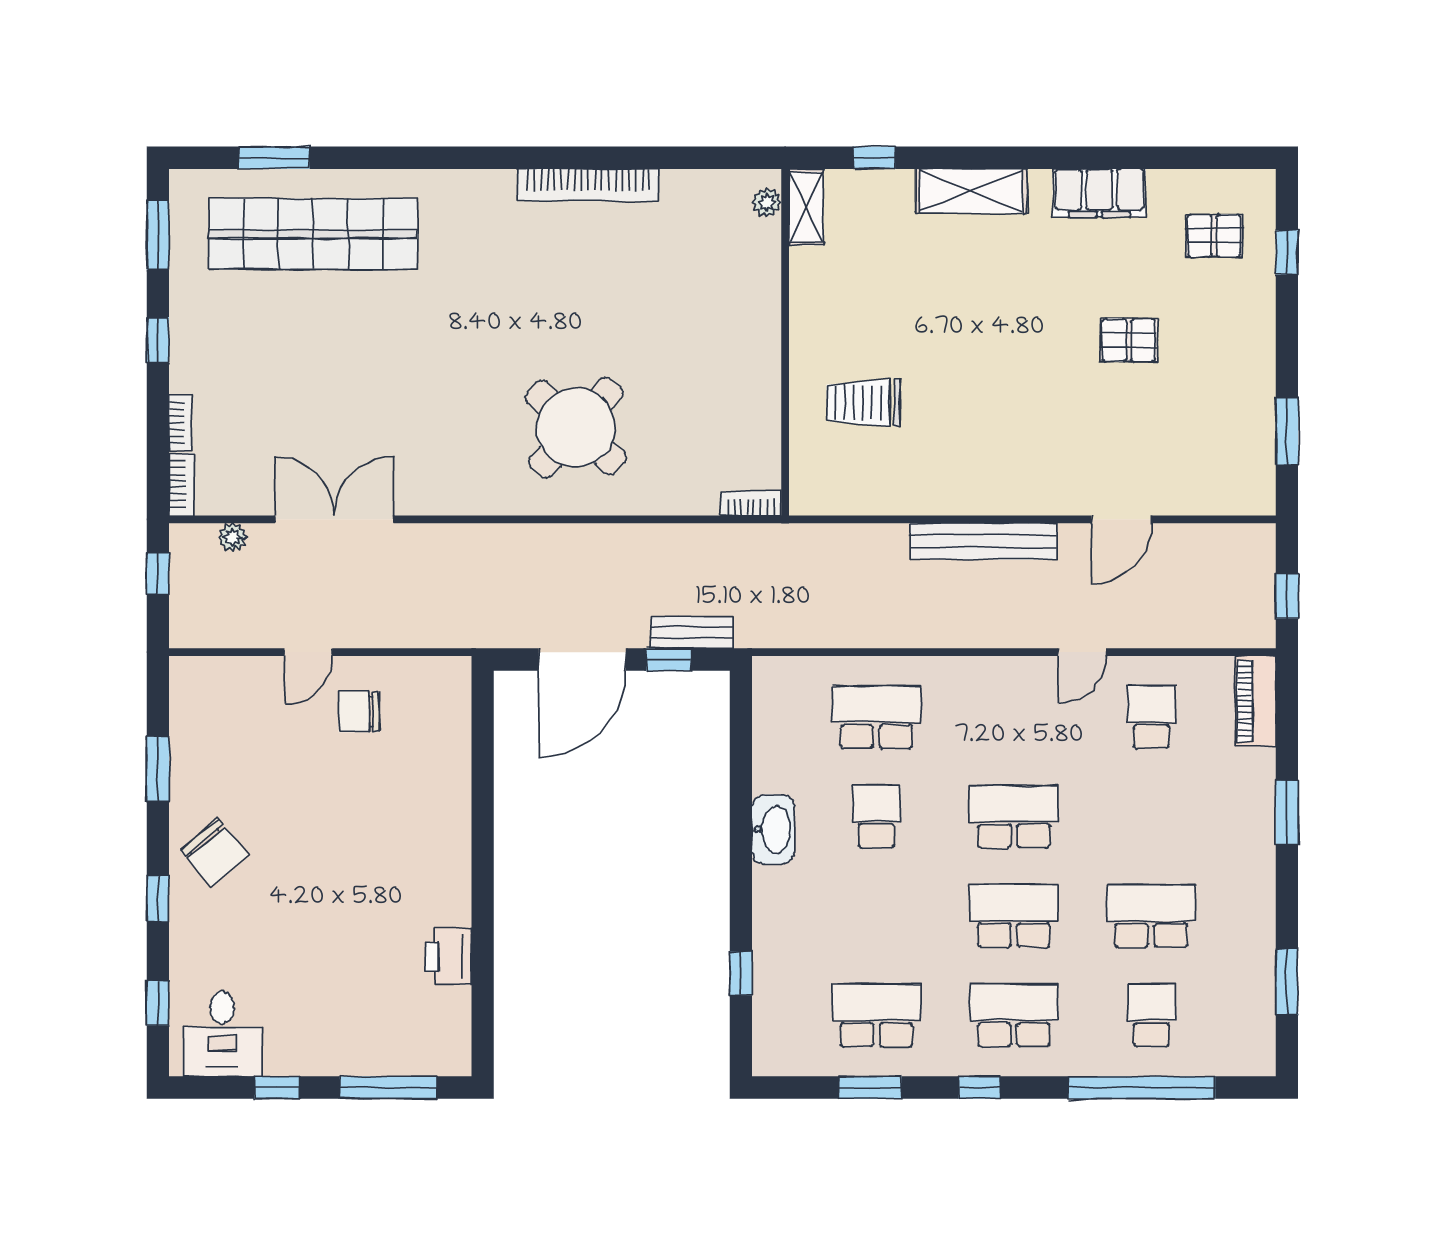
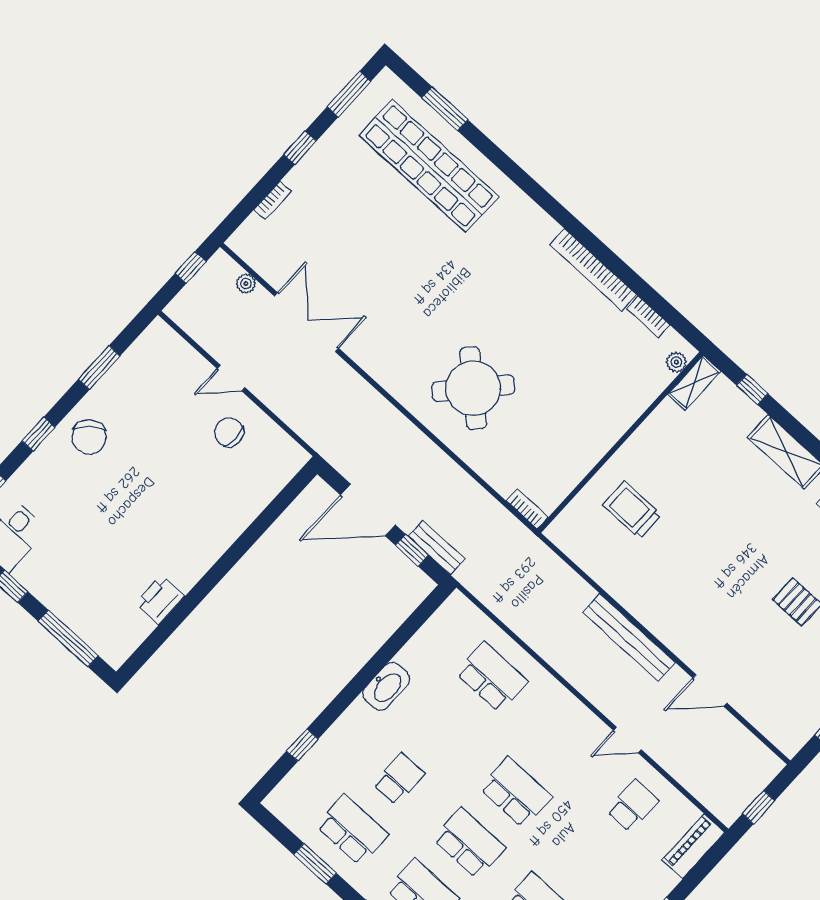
bookcase: (181, 484) -> (648, 317), moved, turned 90
school desk: (876, 816) -> (399, 779), moved

